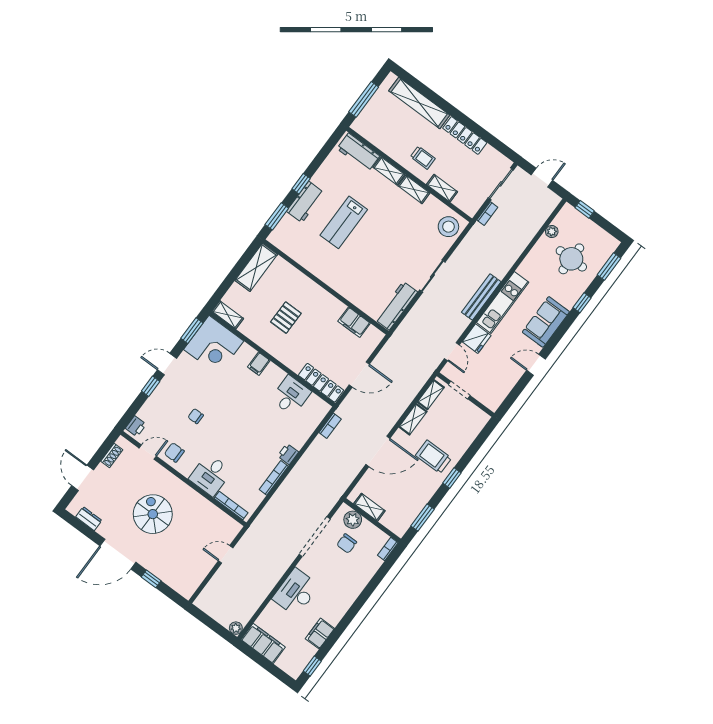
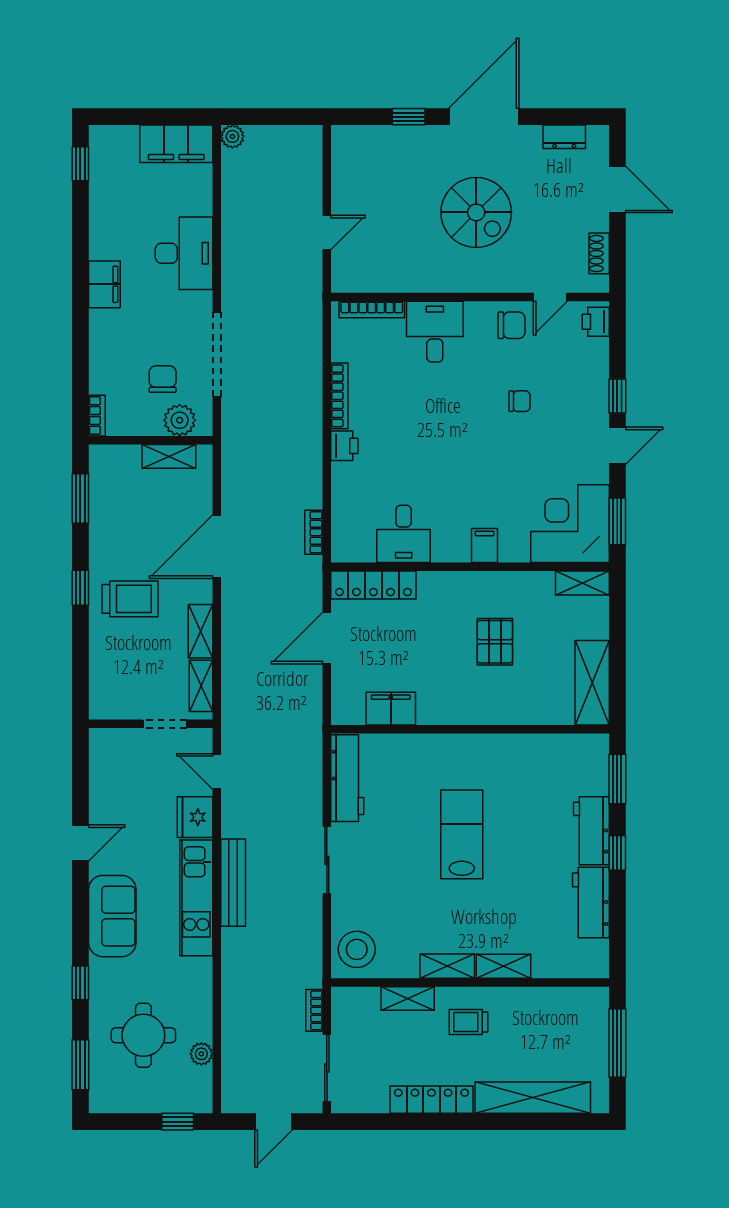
workbench: (358, 152) -> (591, 902), moved, turned -90
lab bench: (344, 222) -> (462, 834), moved
filing cabinet: (320, 634) -> (104, 284), moved

